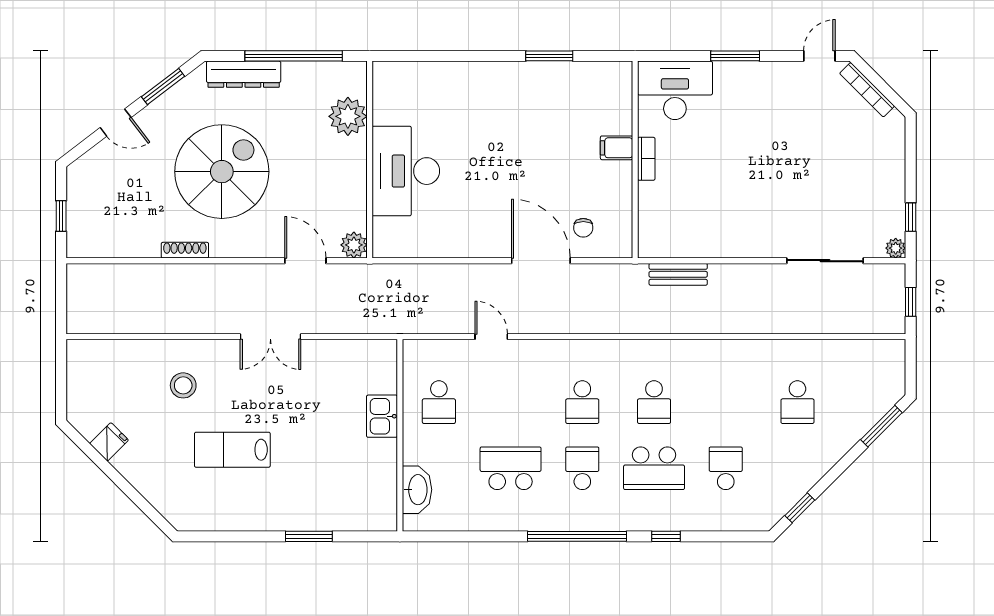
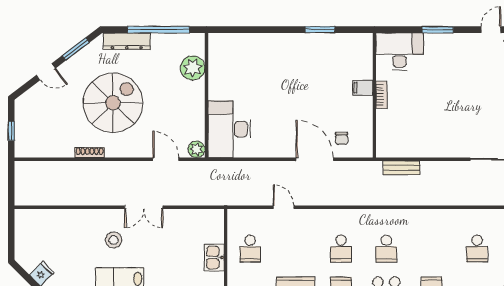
desk: (406, 171) -> (229, 129), moved
stool: (183, 385) -> (114, 240), moved

